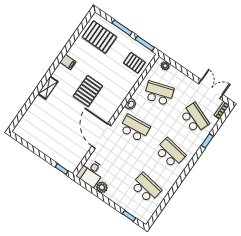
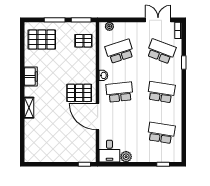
filing cabinet: (68, 62) -> (31, 77), width x2.00
pallet: (88, 91) -> (79, 93), moved, turned 90

